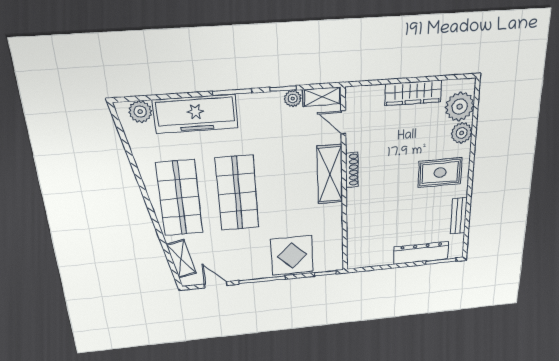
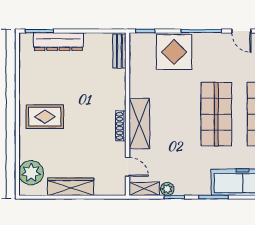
plant: (462, 133) -> (28, 150), removed
bench: (459, 216) -> (119, 51), moved

